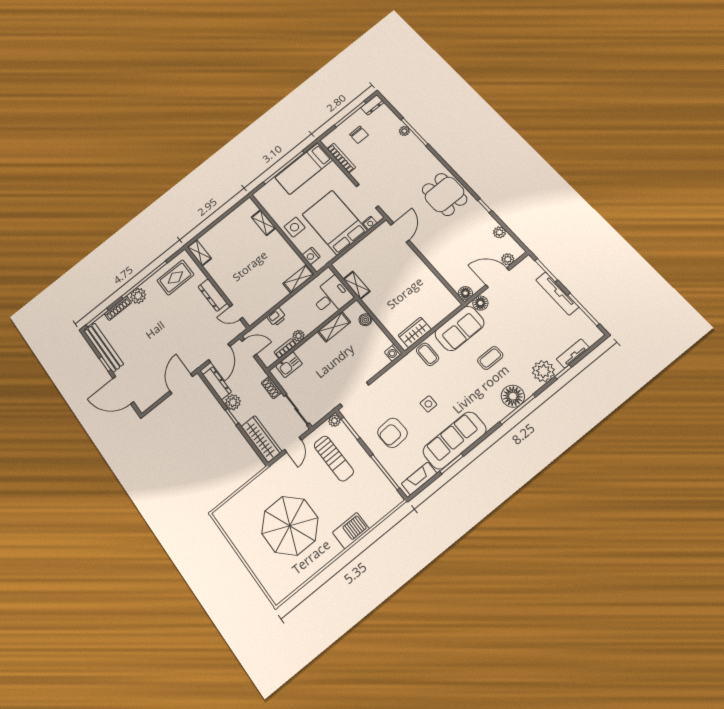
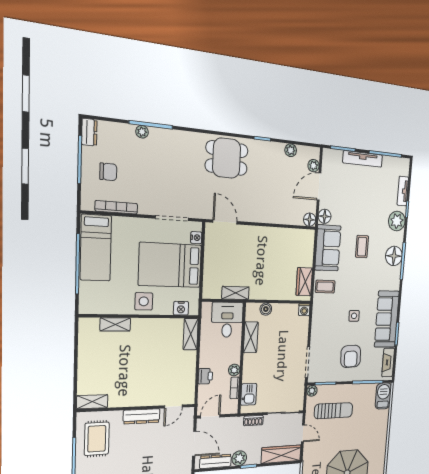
barbecue: (351, 531) -> (383, 396), moved

